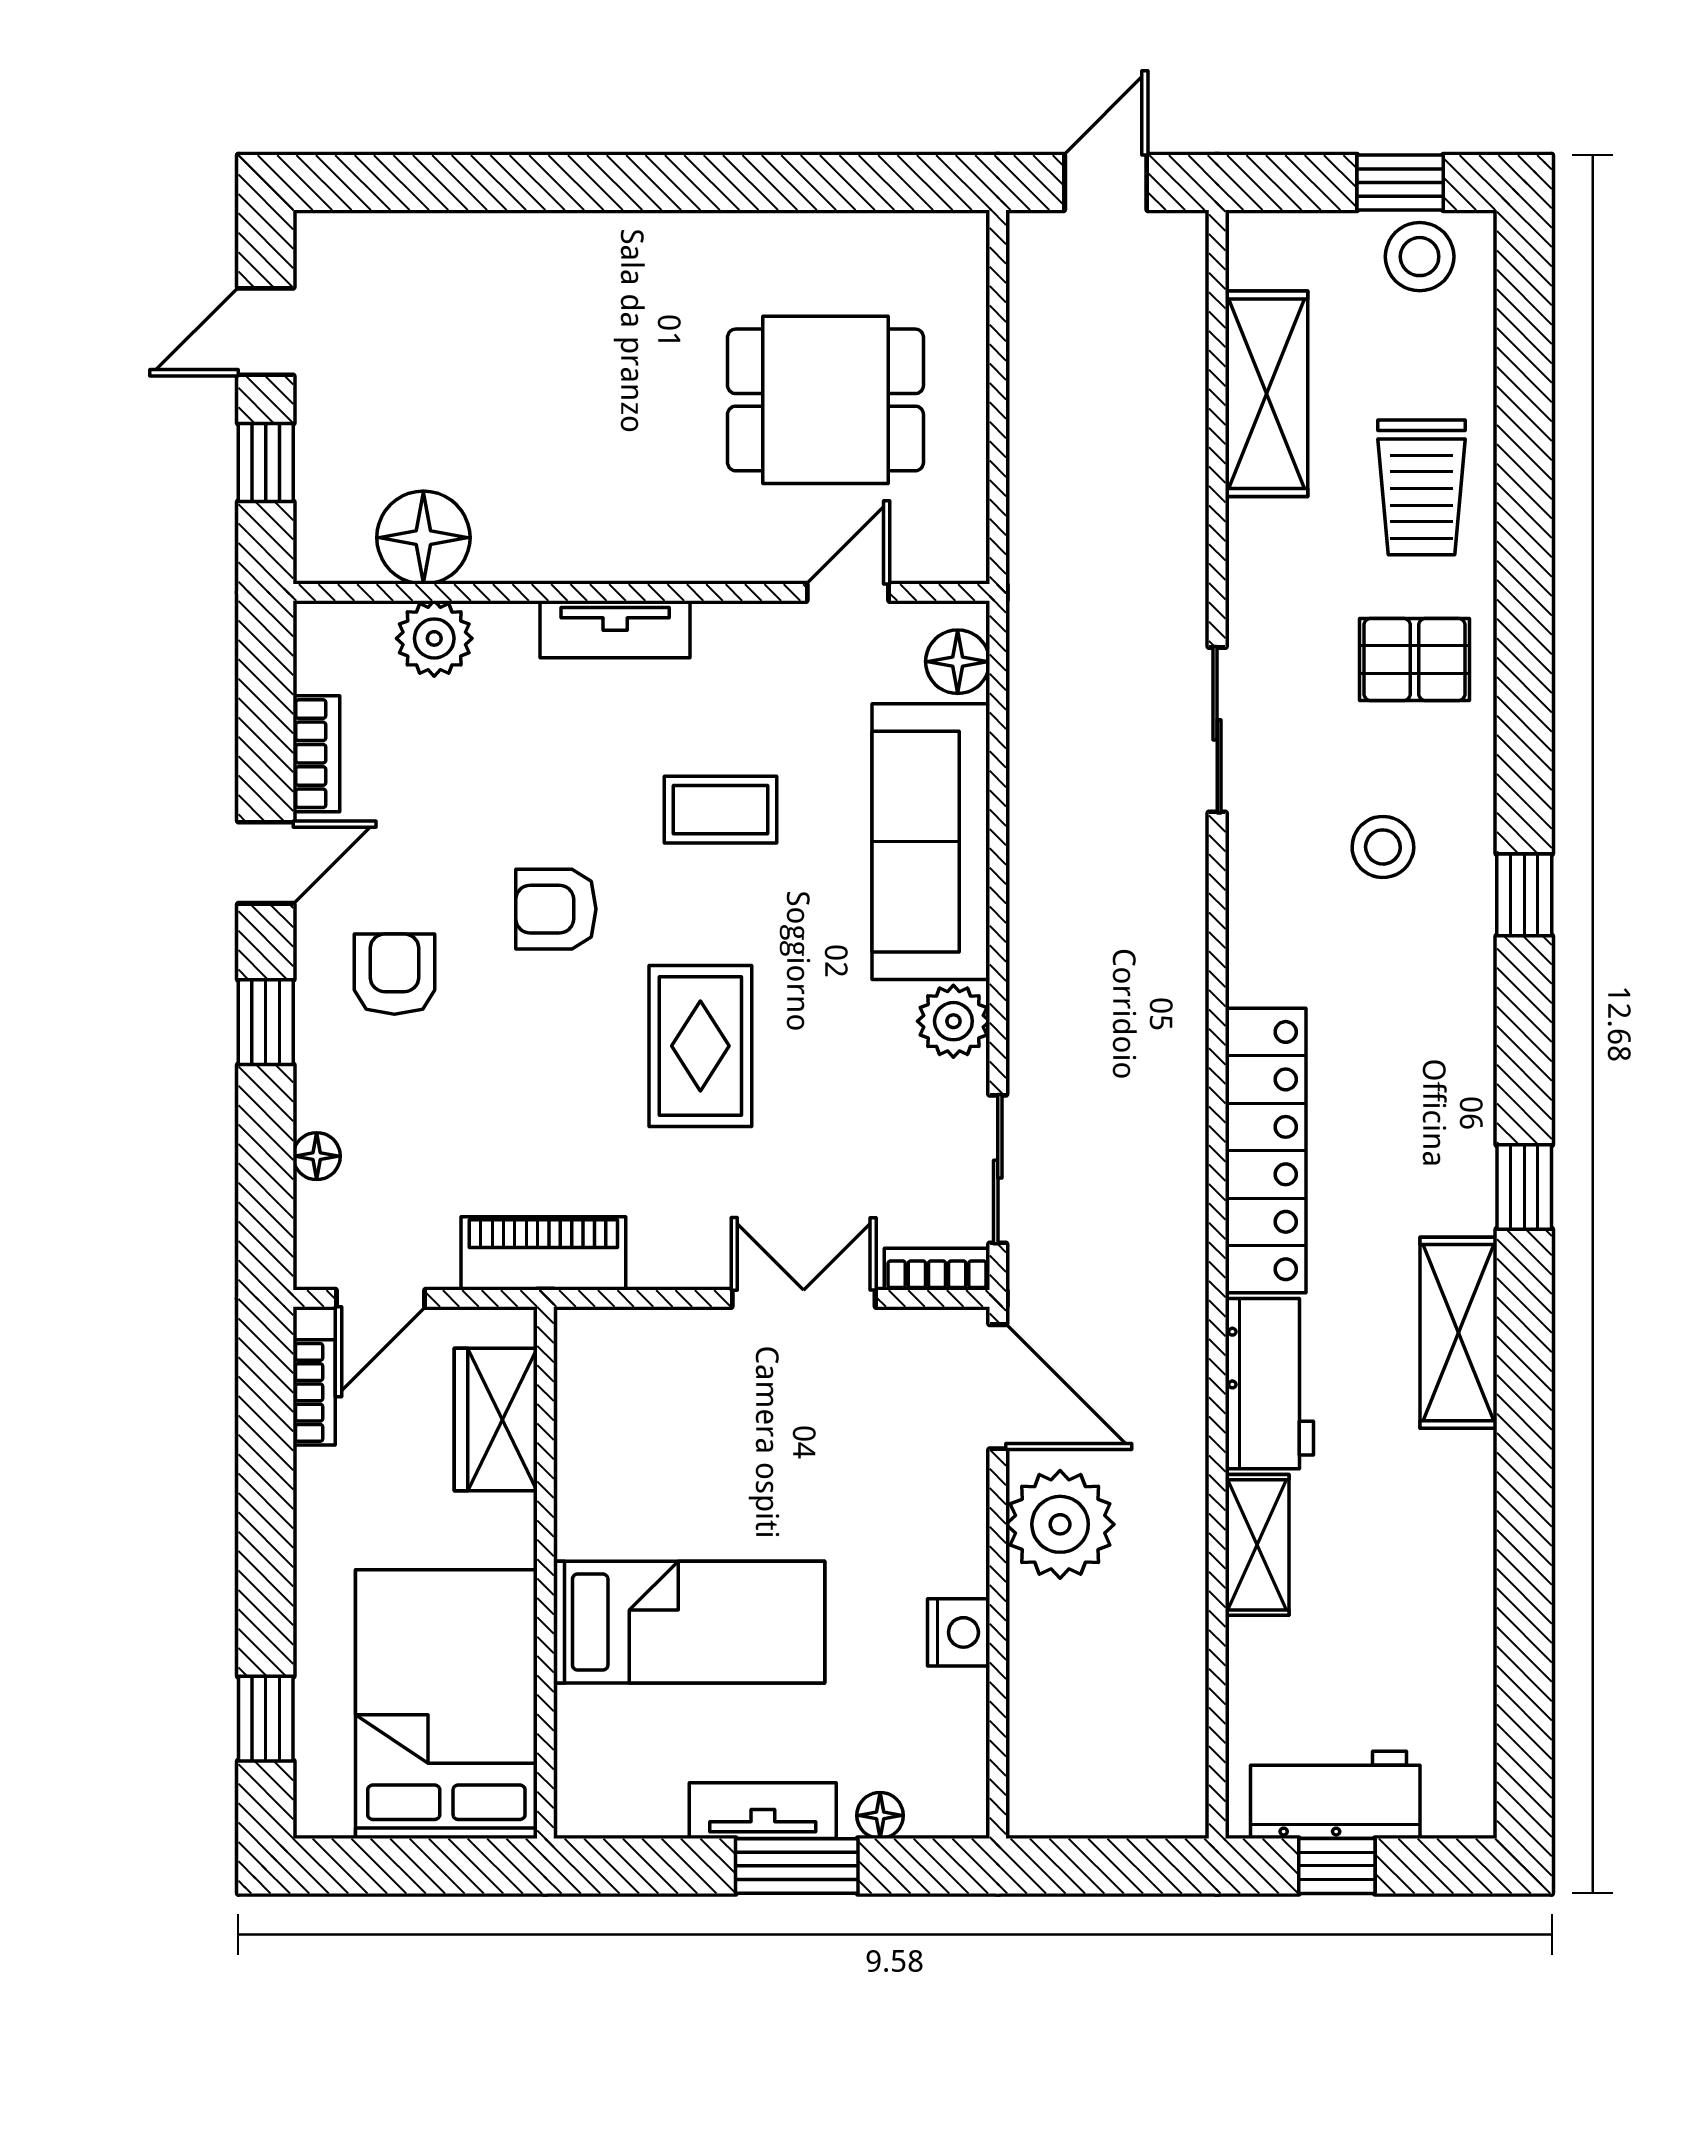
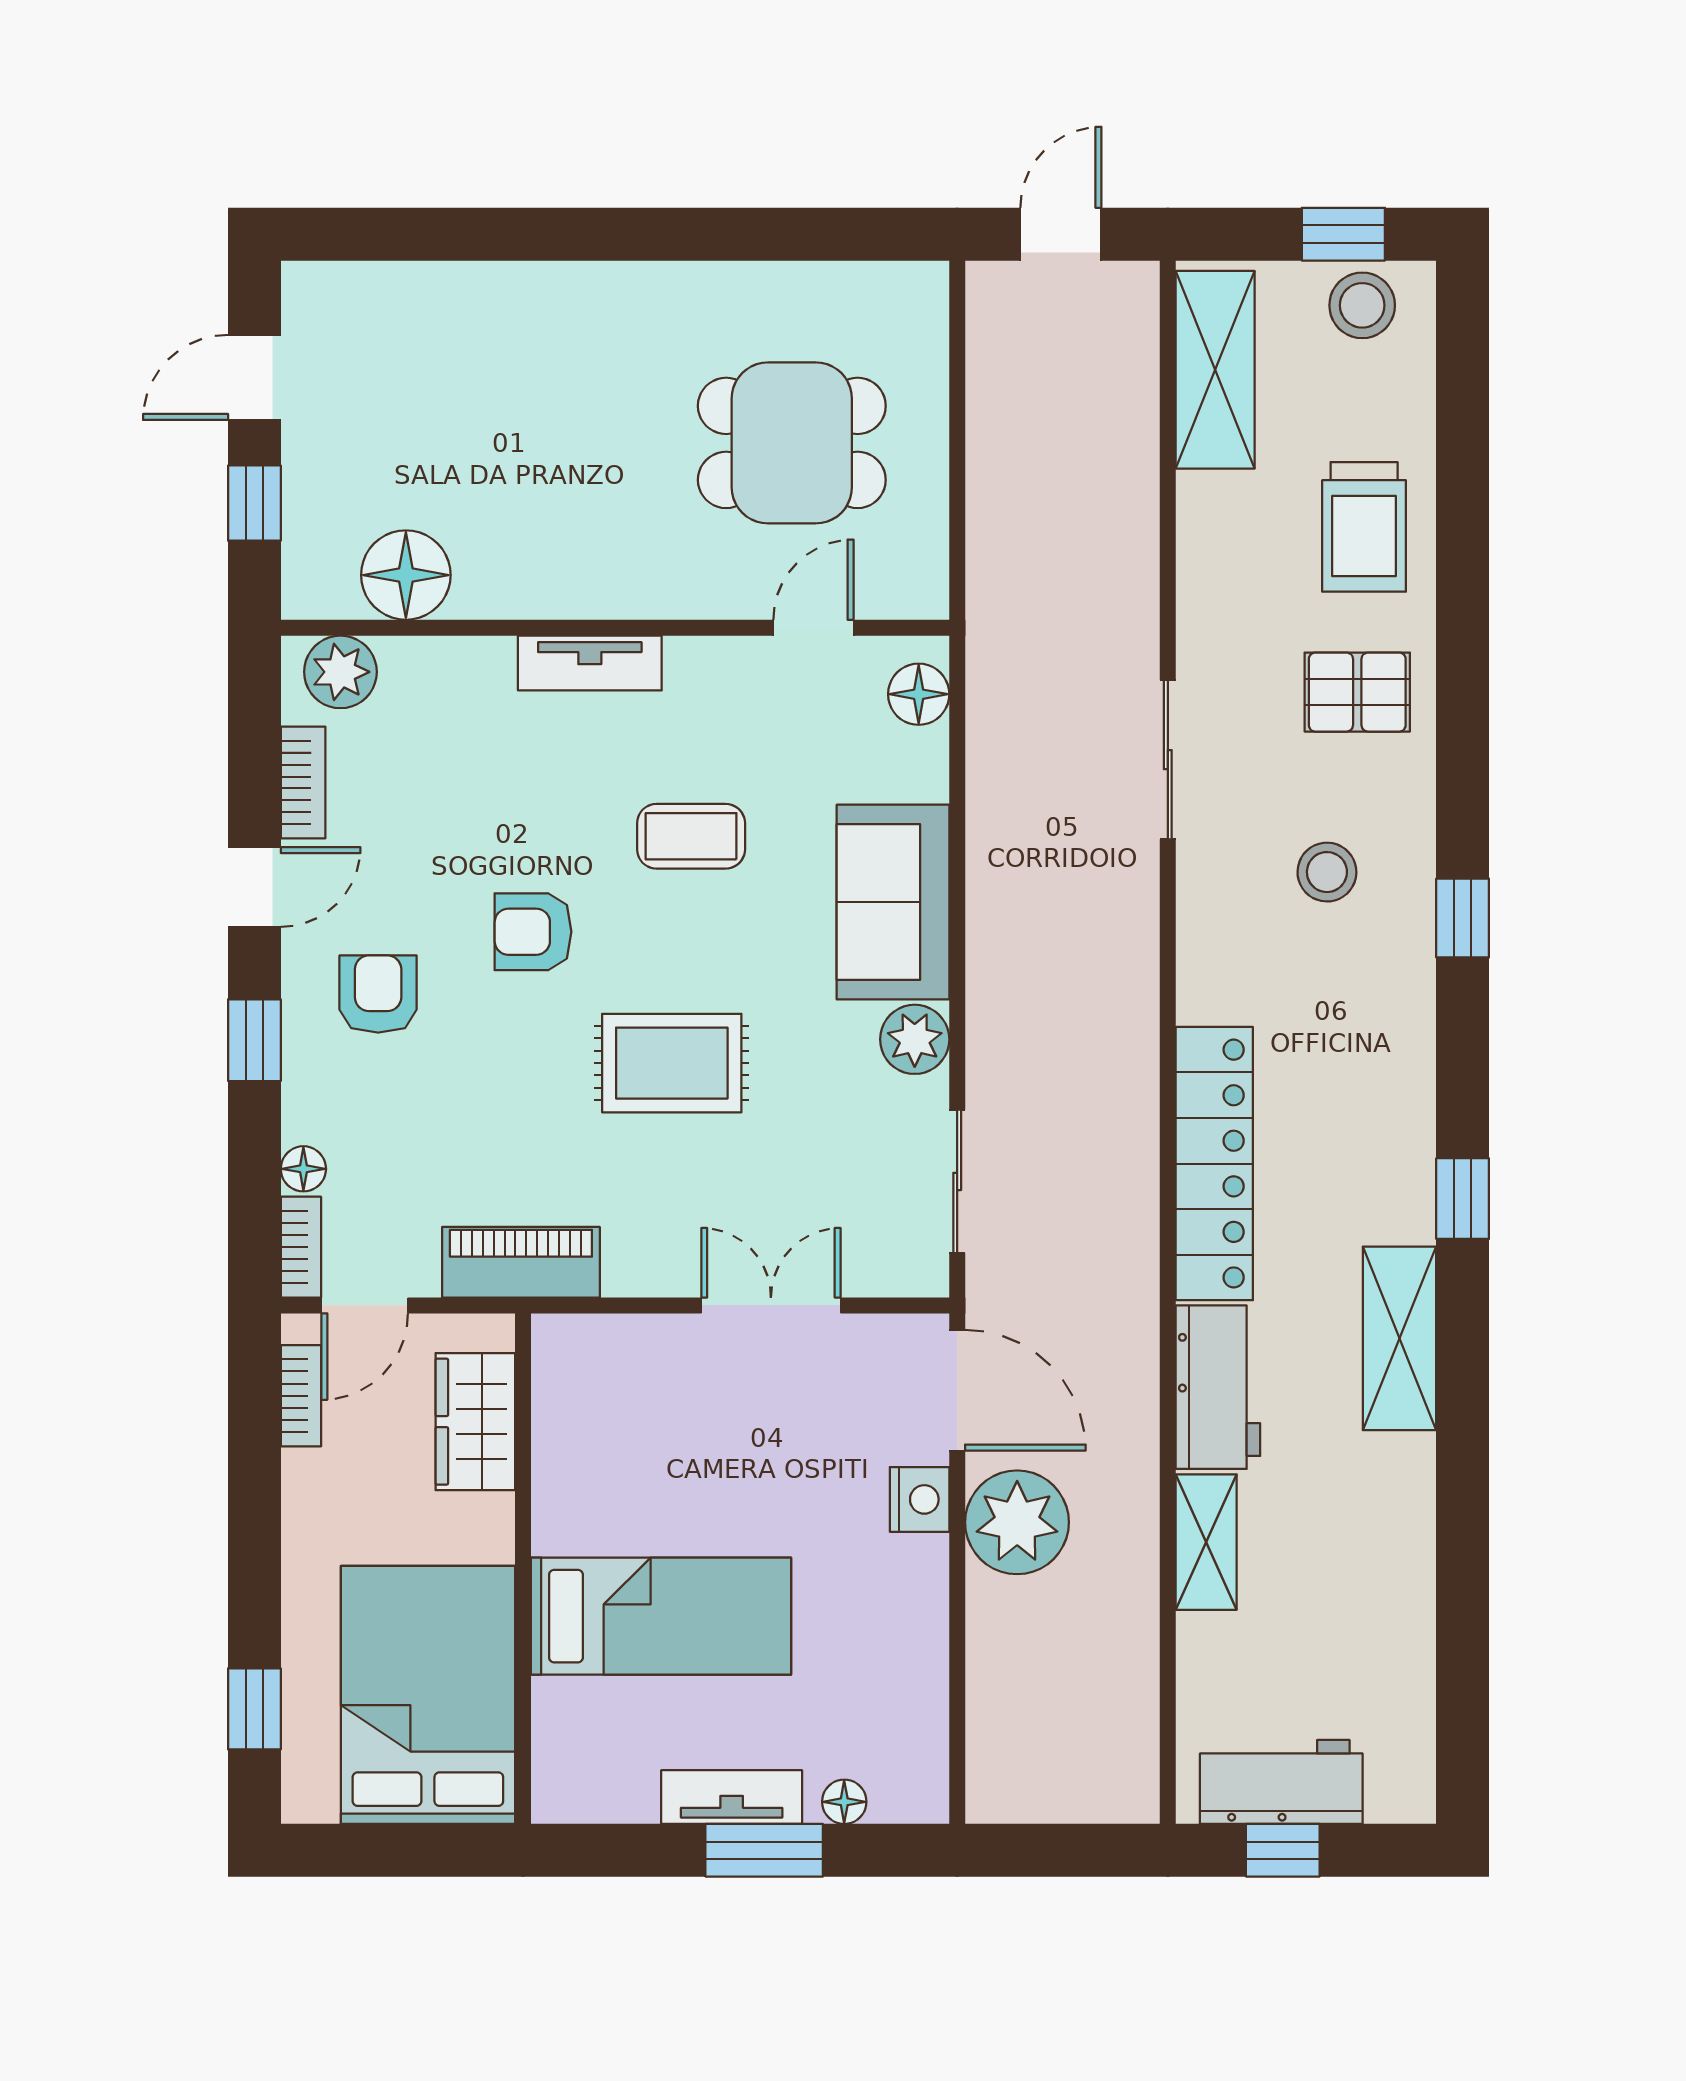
shelving: (1266, 394) -> (1215, 370), moved
plant: (434, 638) -> (340, 672), moved
sofa: (931, 842) -> (893, 902), width x0.73
rug: (700, 1046) -> (672, 1063), turned 90
bookcase: (937, 1269) -> (301, 1247), moved, turned 90
nightstand: (959, 1632) -> (920, 1499), moved

